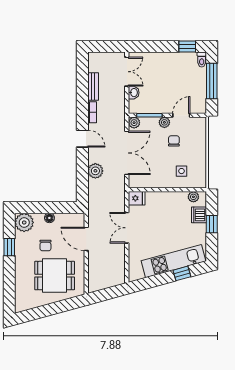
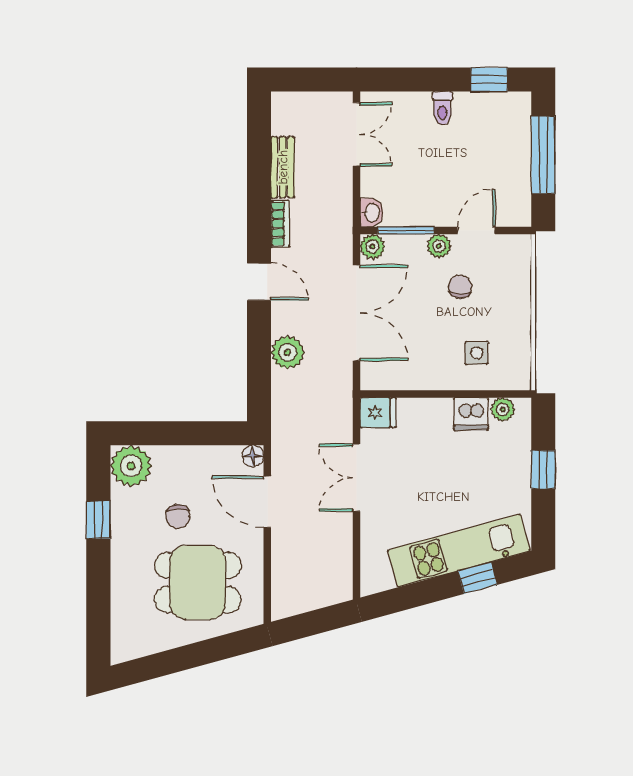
toilet: (202, 60) -> (443, 108), moved
washbasin: (134, 93) -> (372, 213), moved
dishwasher: (199, 215) -> (471, 414), moved, turned -90
floor lamp: (49, 218) -> (253, 456), moved

